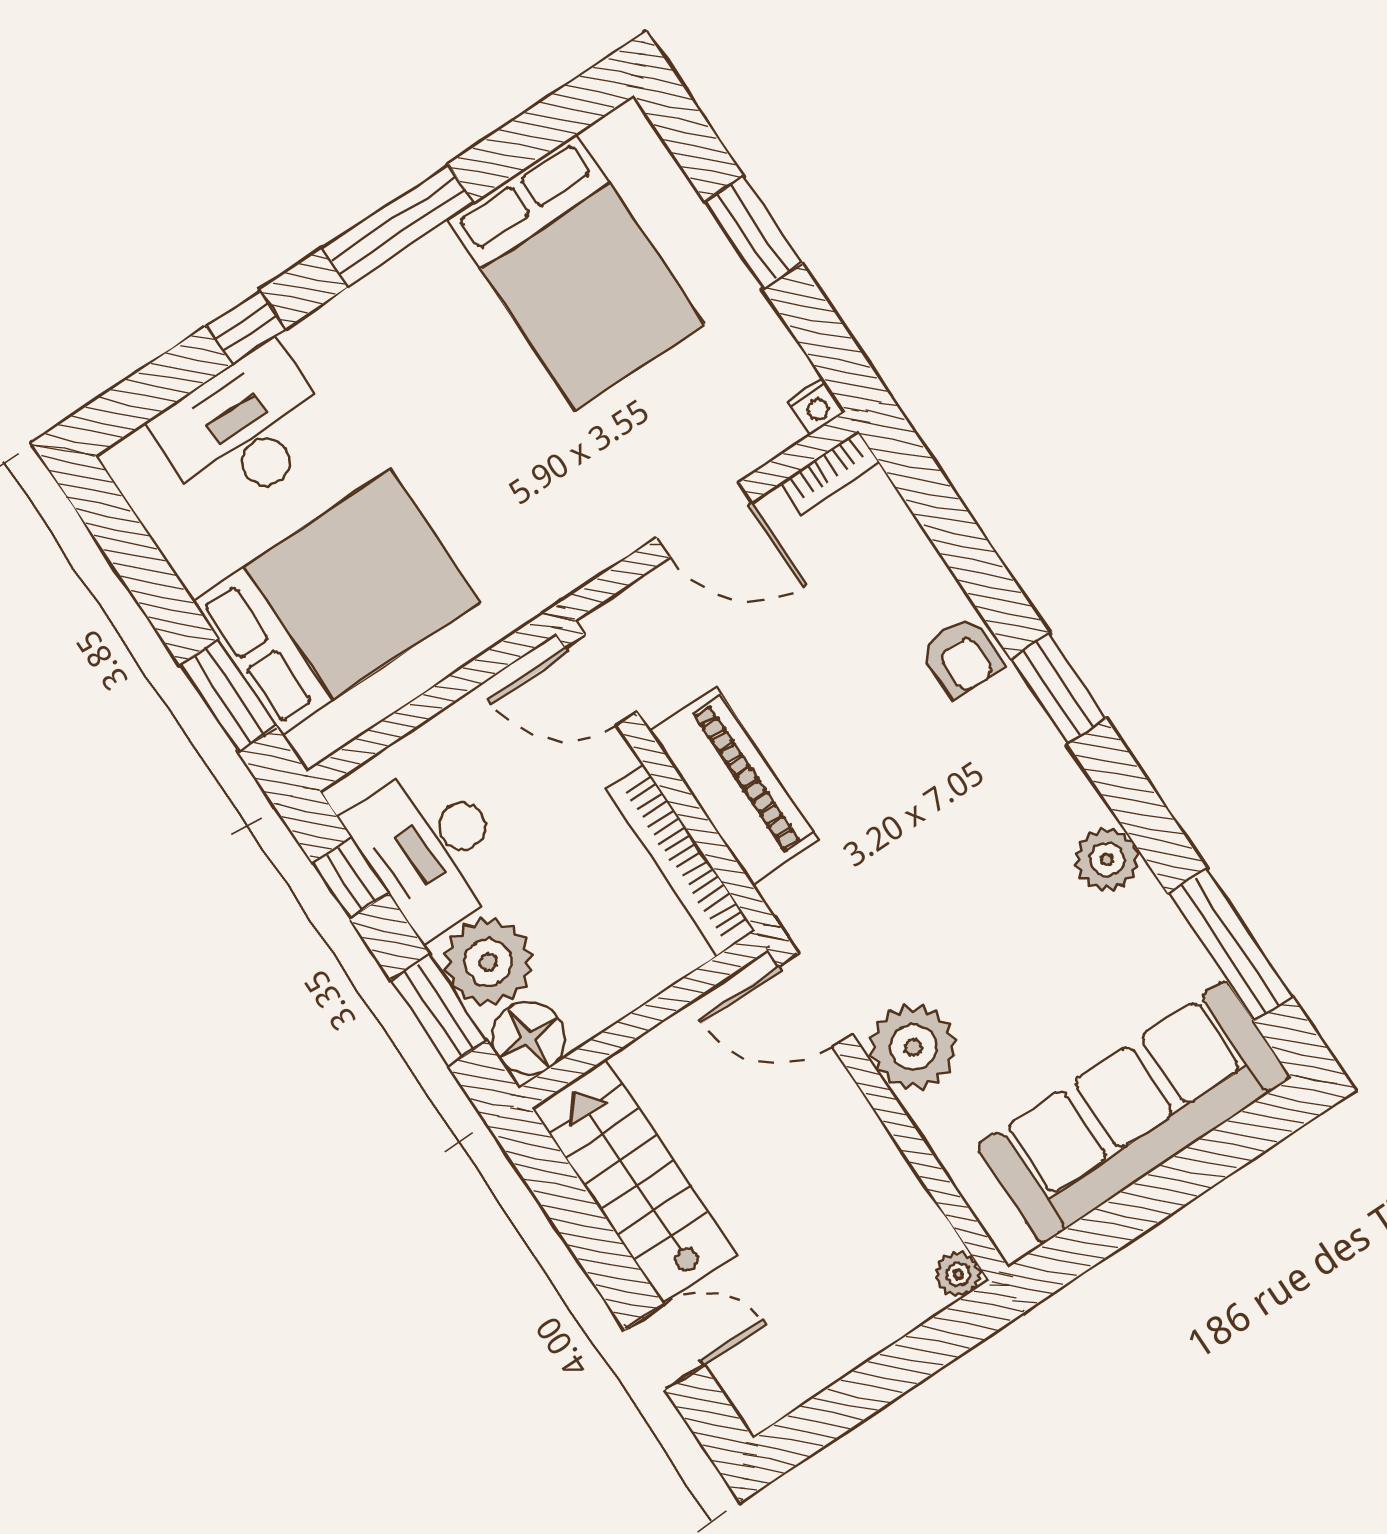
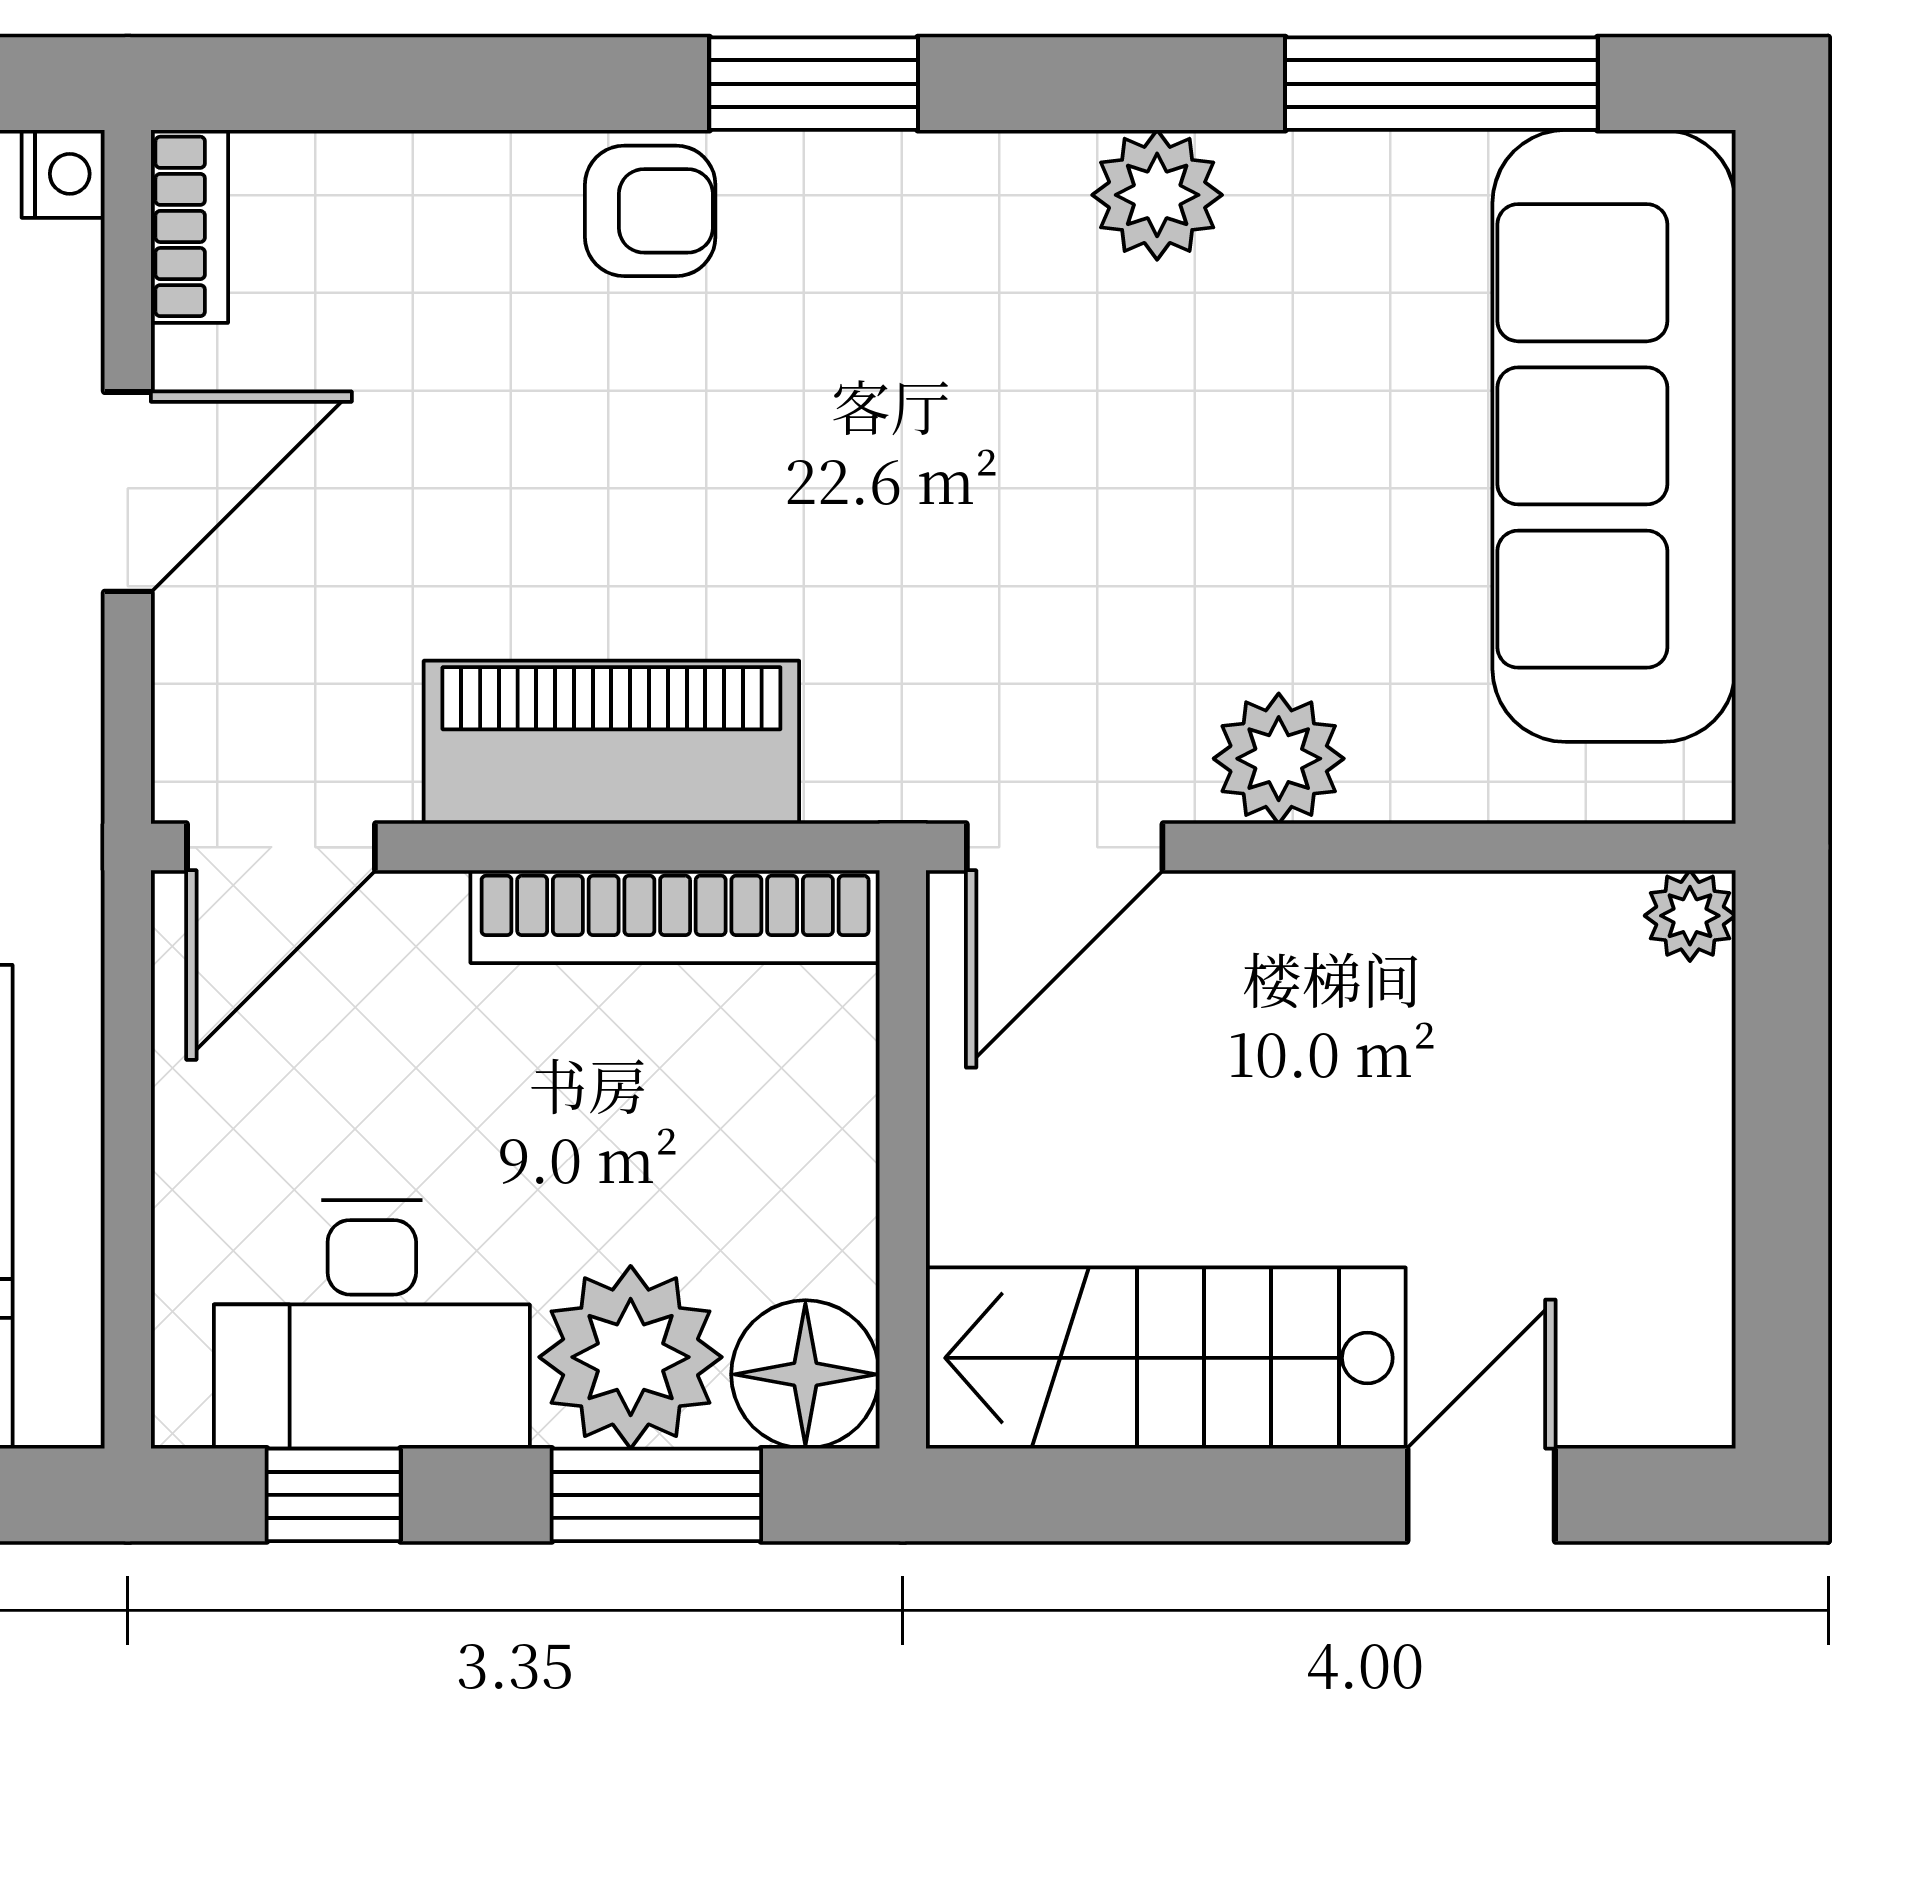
plant: (913, 1047) -> (1279, 759), width x0.73, depth x0.73

